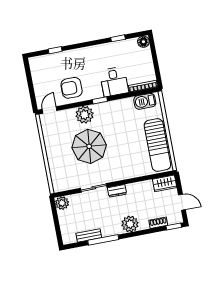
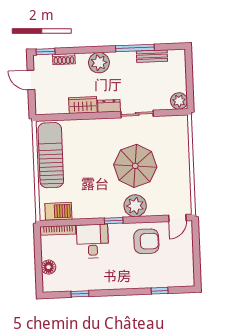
floor lamp: (143, 42) -> (49, 267), moved
wardrobe: (165, 183) -> (83, 105), moved

